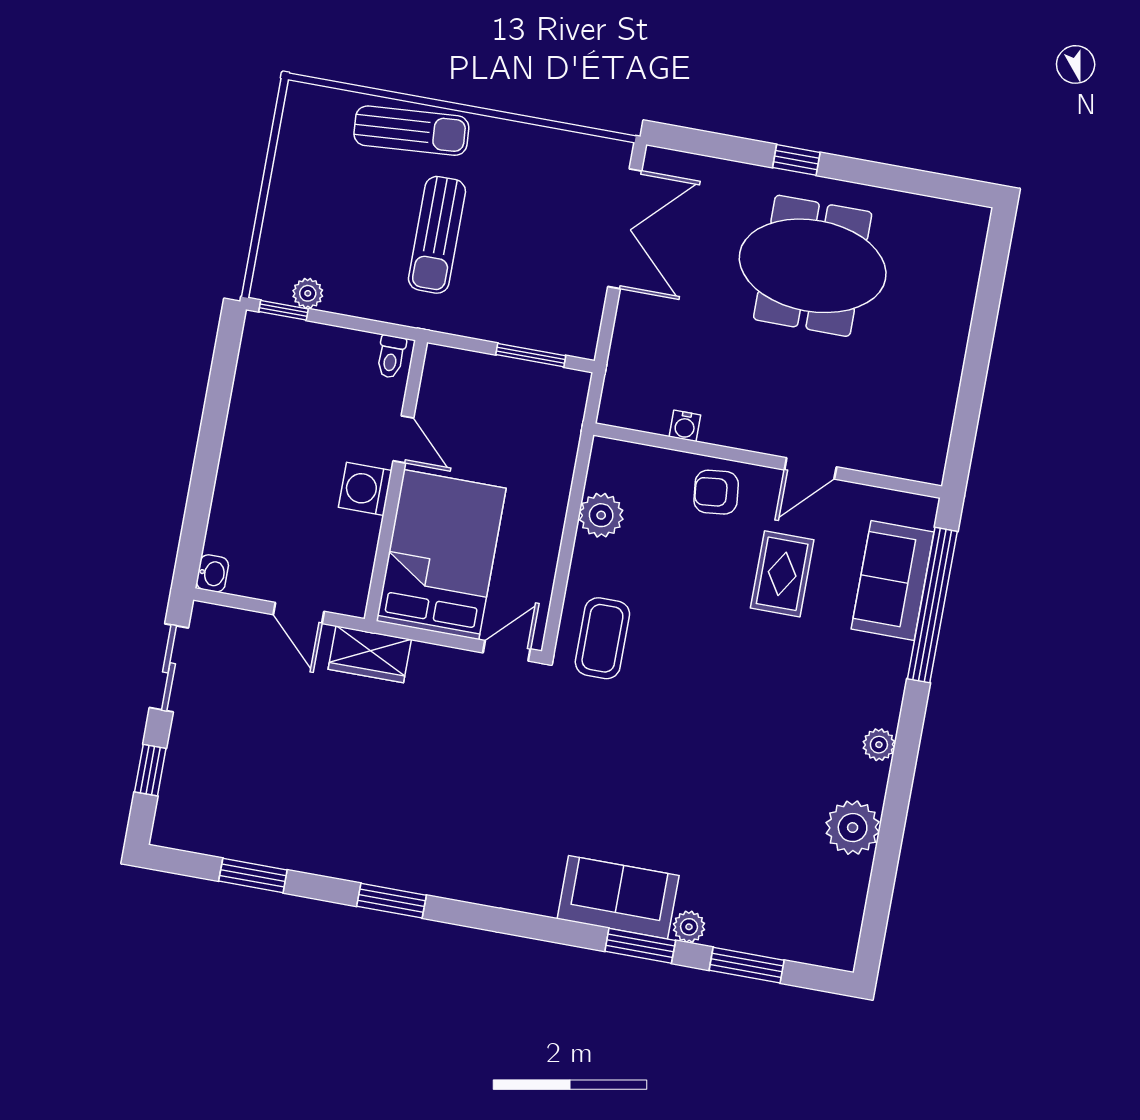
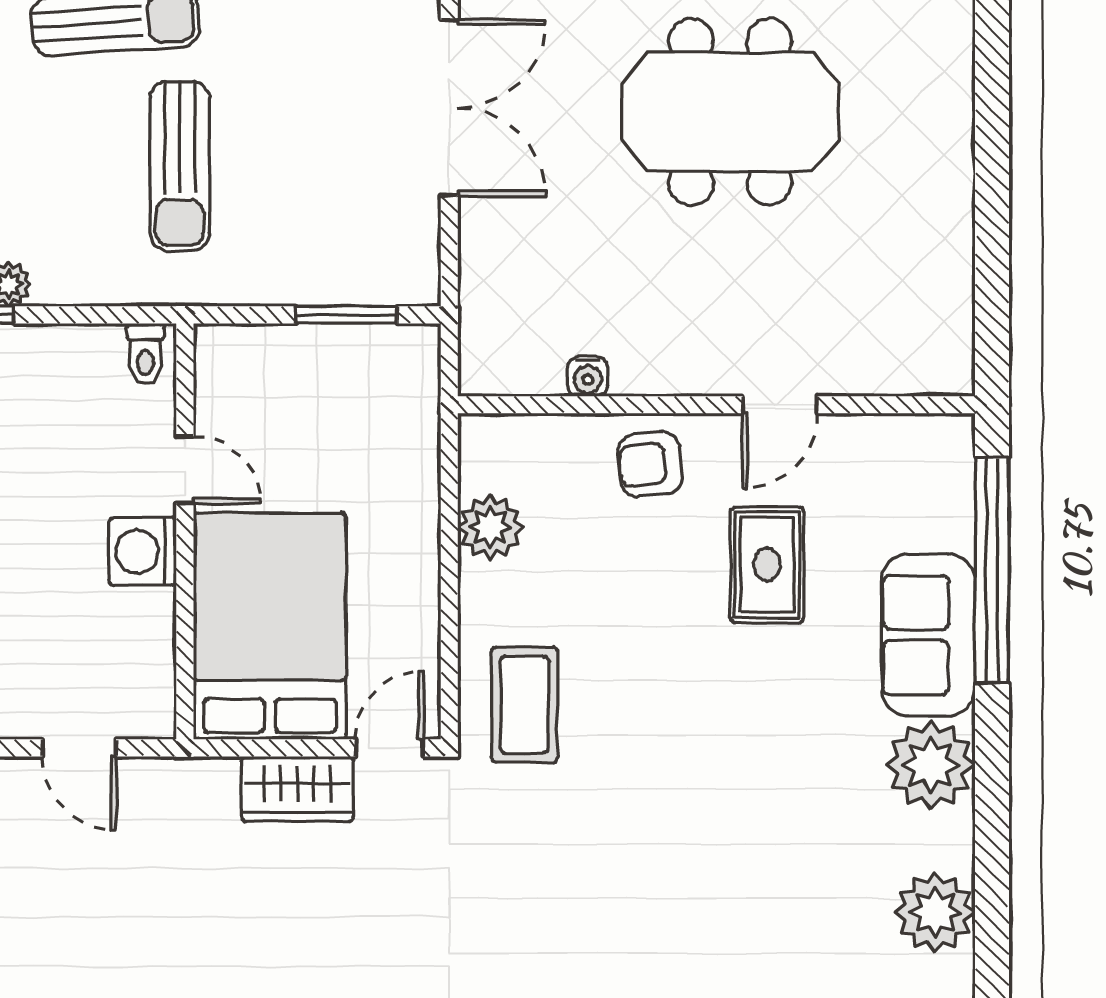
sofa: (893, 581) -> (928, 635), moved
wardrobe: (370, 654) -> (297, 789), moved
plant: (879, 745) -> (931, 765), width x1.88, depth x1.88

